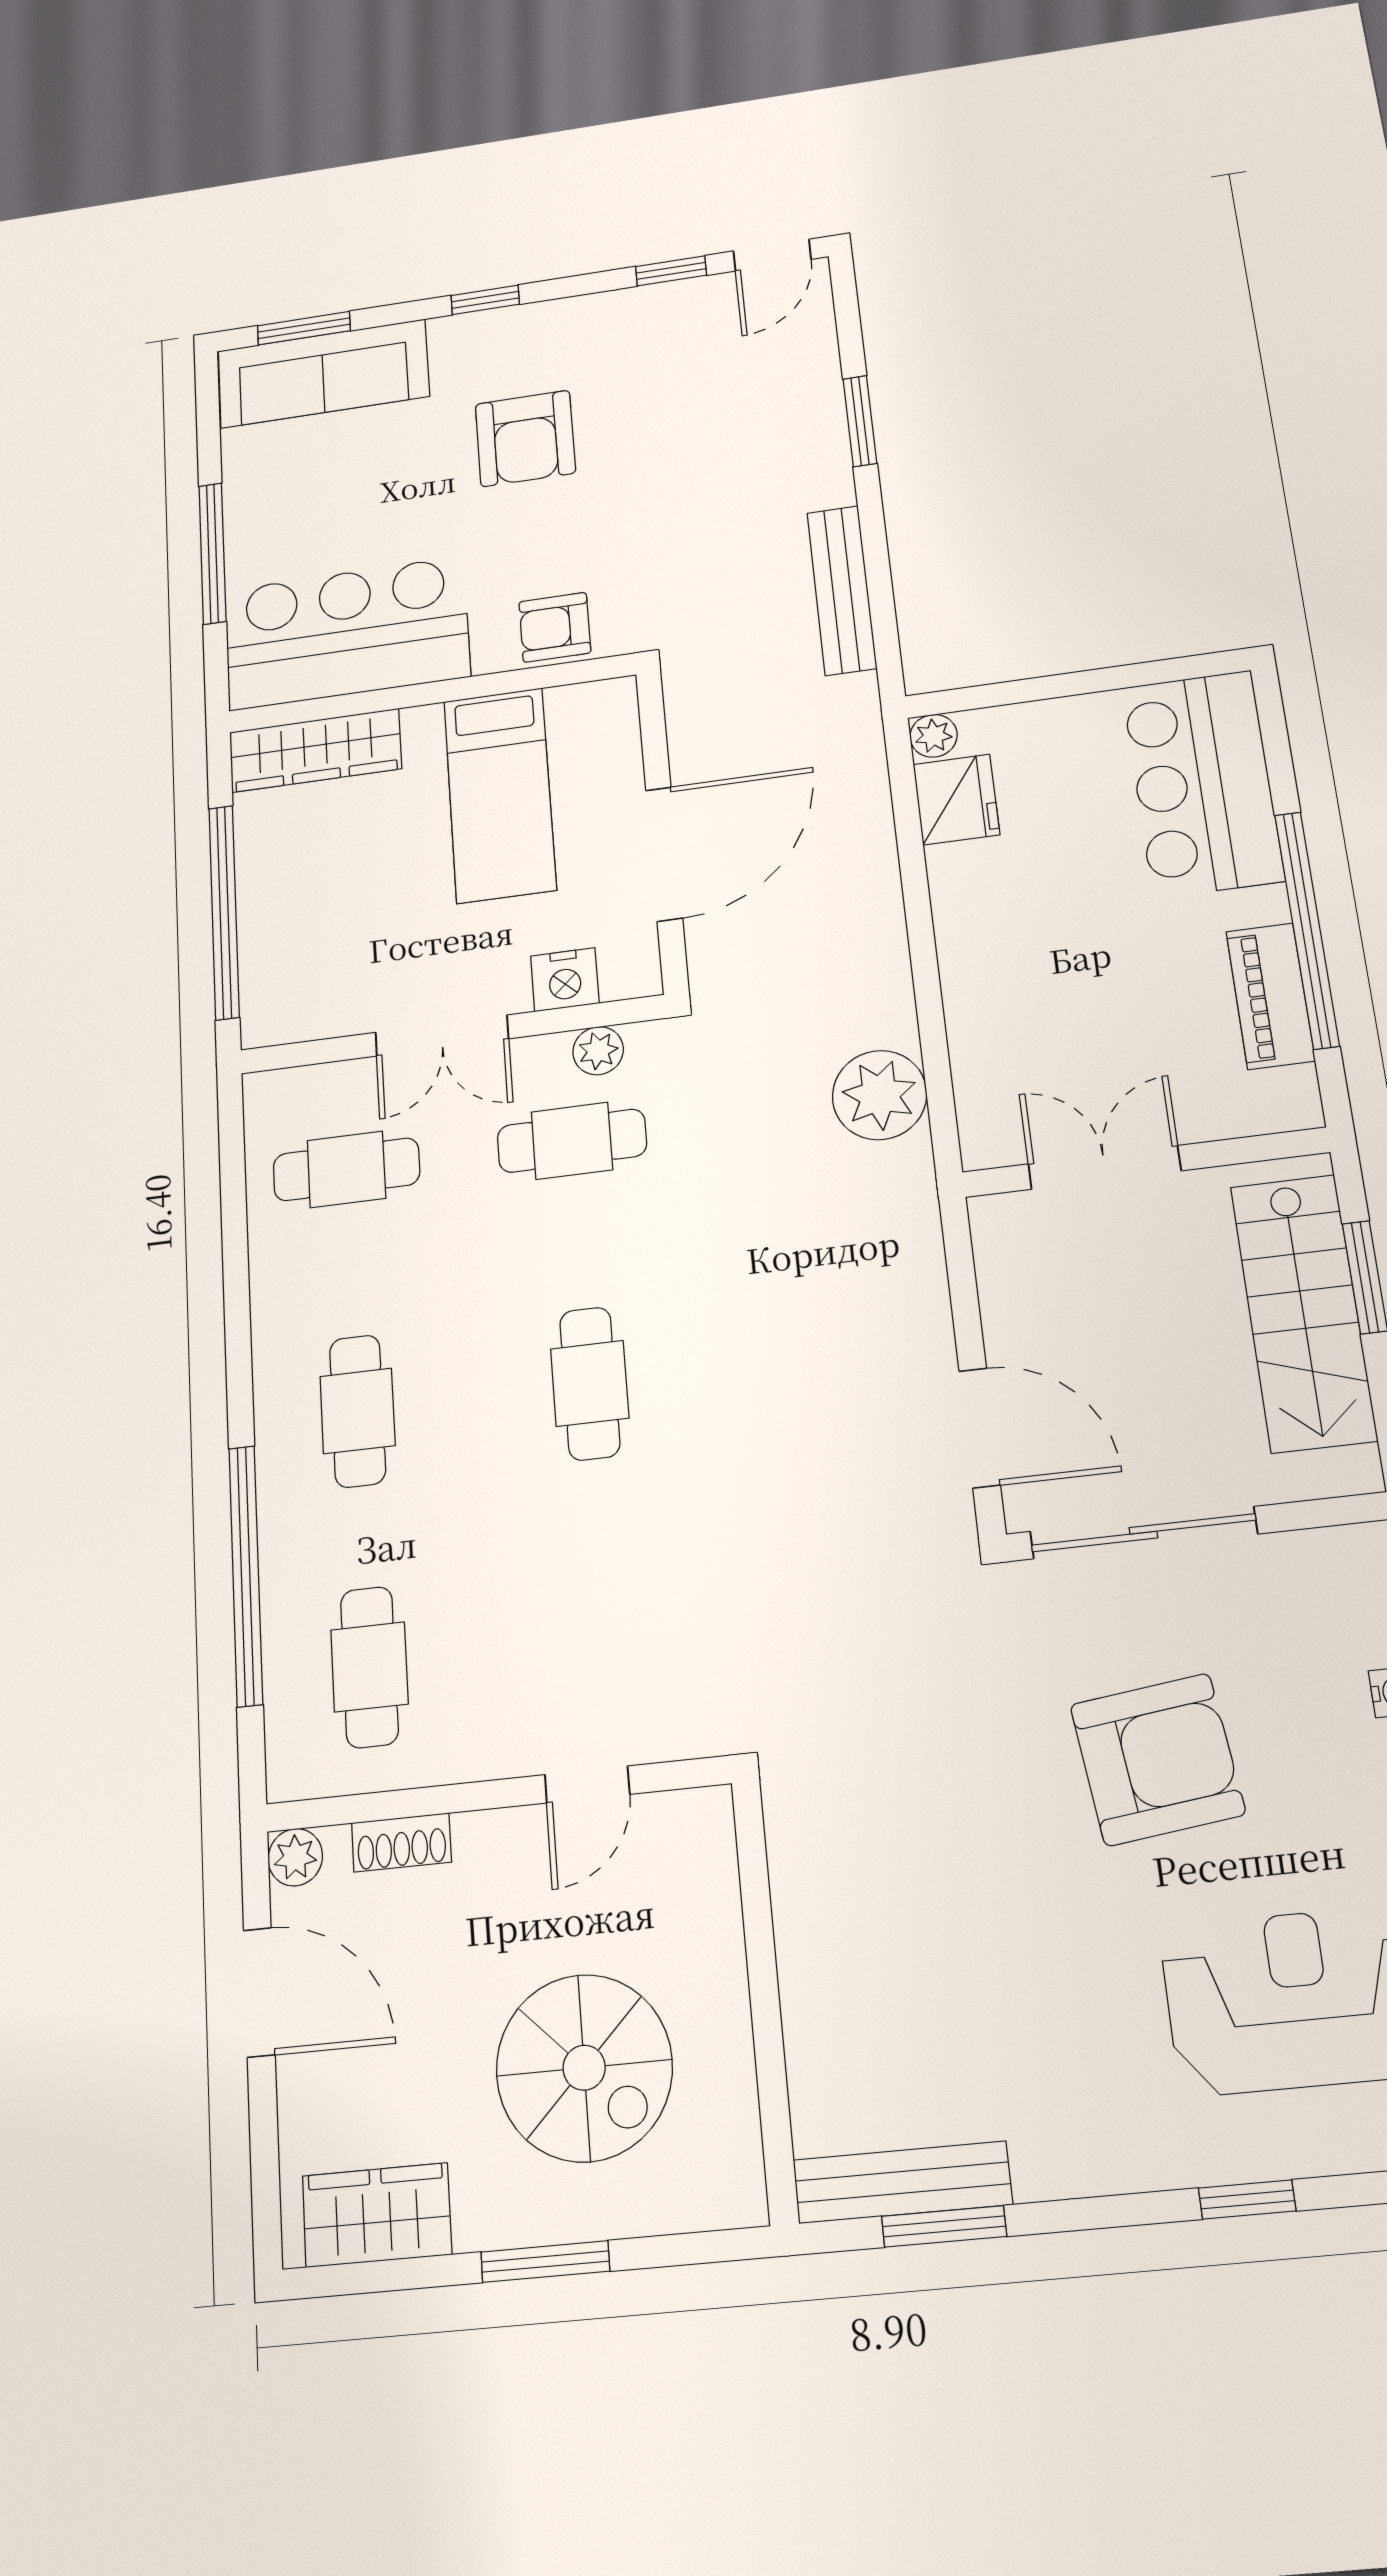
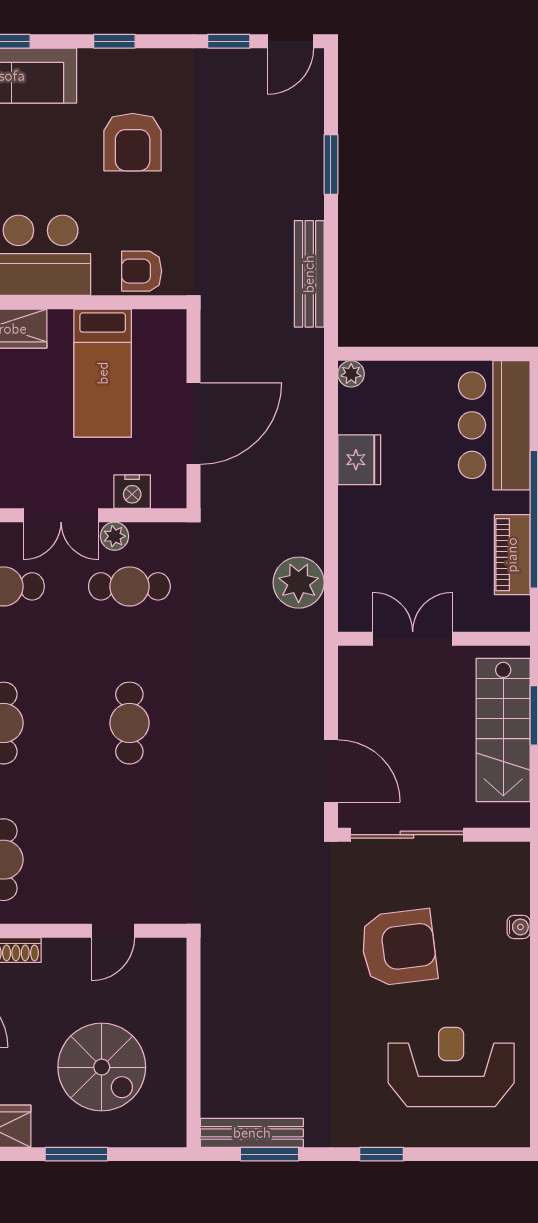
fridge: (956, 799) -> (359, 460), moved
plant: (598, 1051) -> (114, 536), moved
window: (1247, 2200) -> (382, 1154), moved

